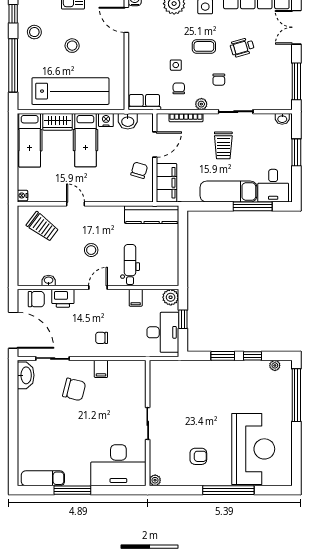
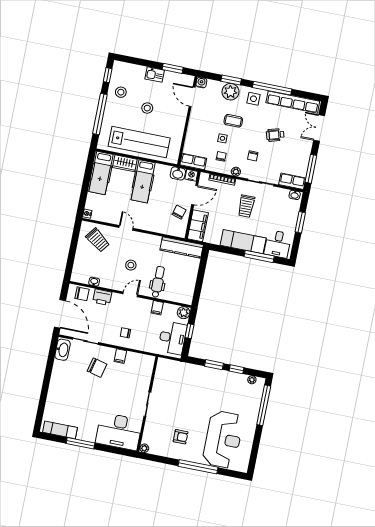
coffee table: (204, 46) -> (233, 121), moved
row of seats: (276, 102) -> (292, 181), added
nightstand: (106, 120) -> (191, 175), moved

